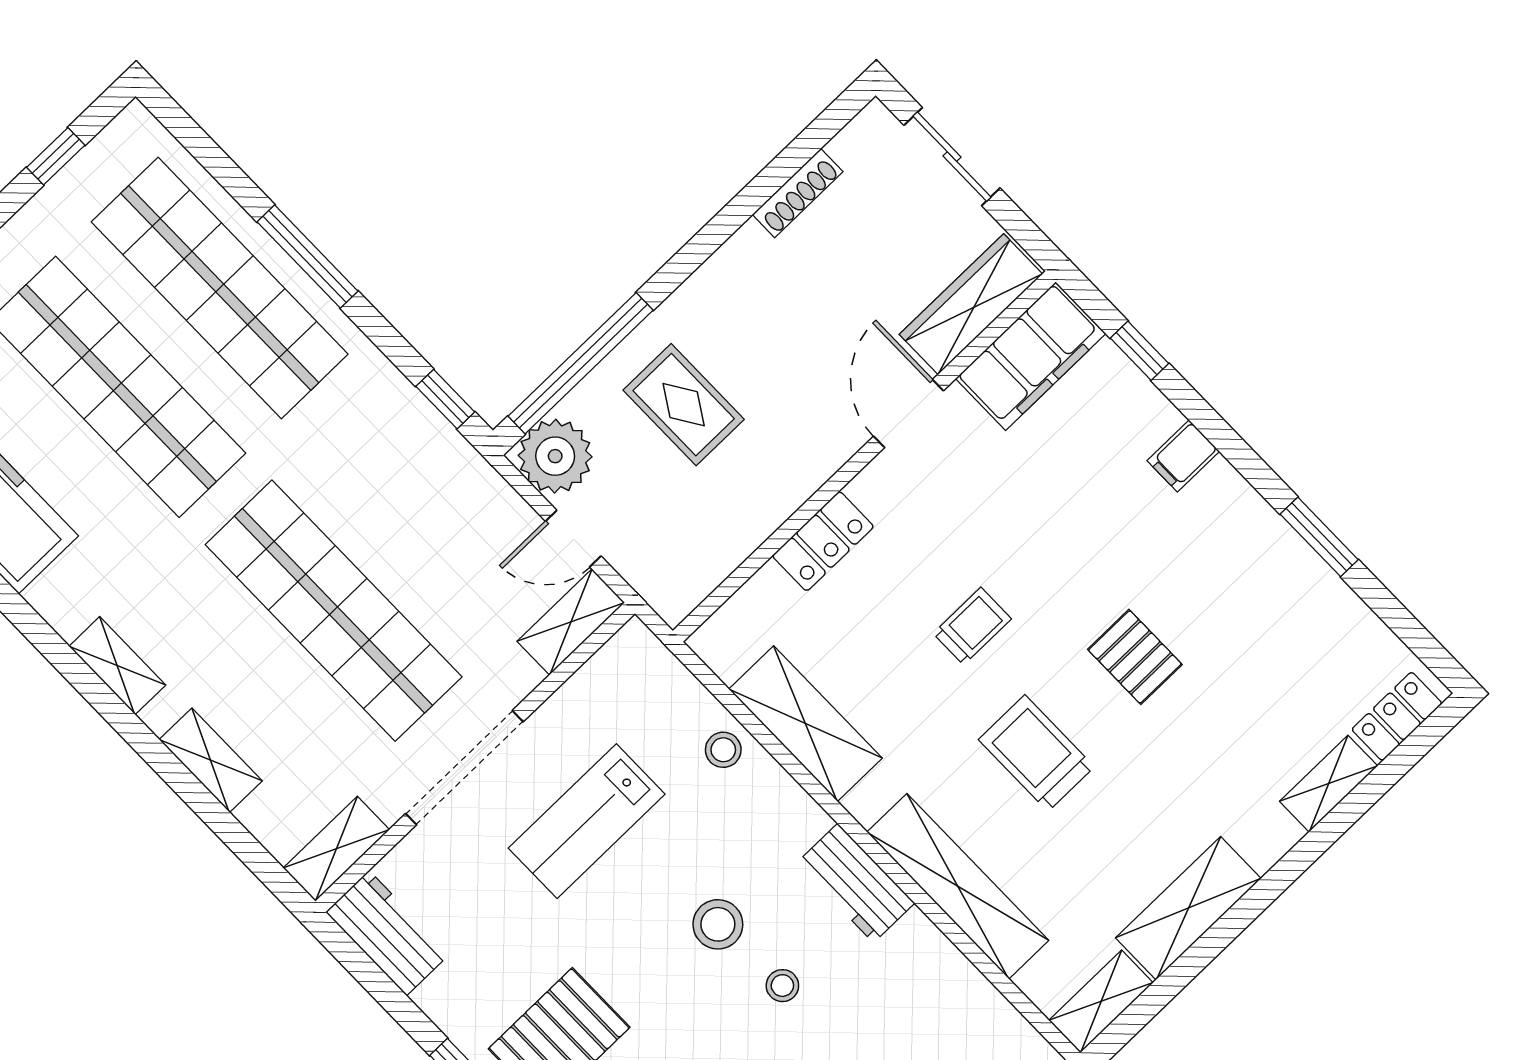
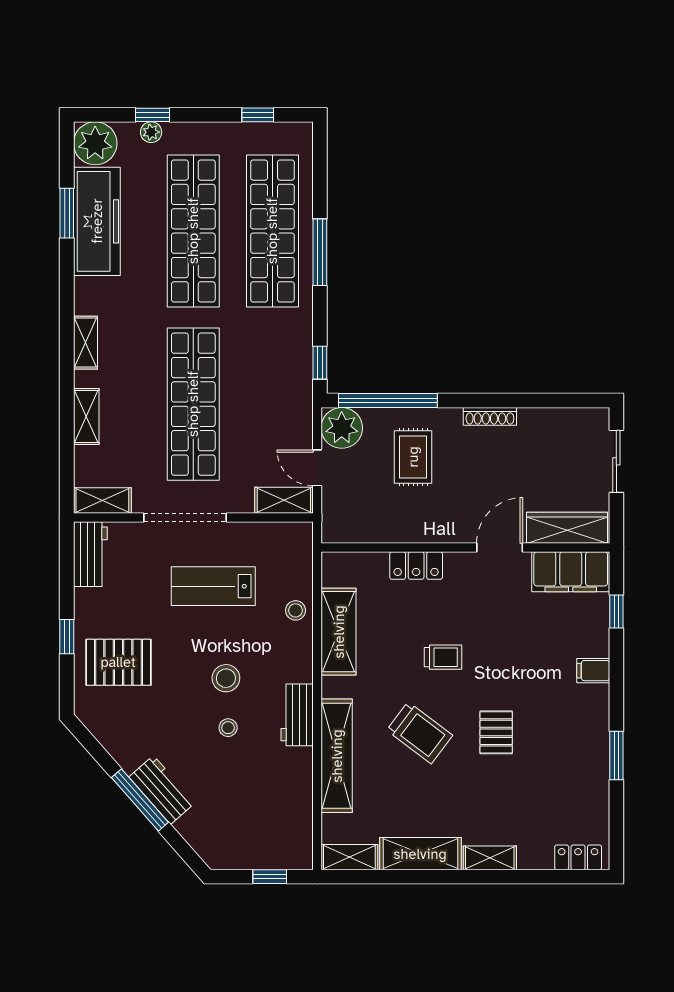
shoe rack: (798, 193) -> (490, 416), moved
trolley: (1036, 753) -> (420, 733), turned 127
shelving: (1329, 784) -> (490, 858), moved

